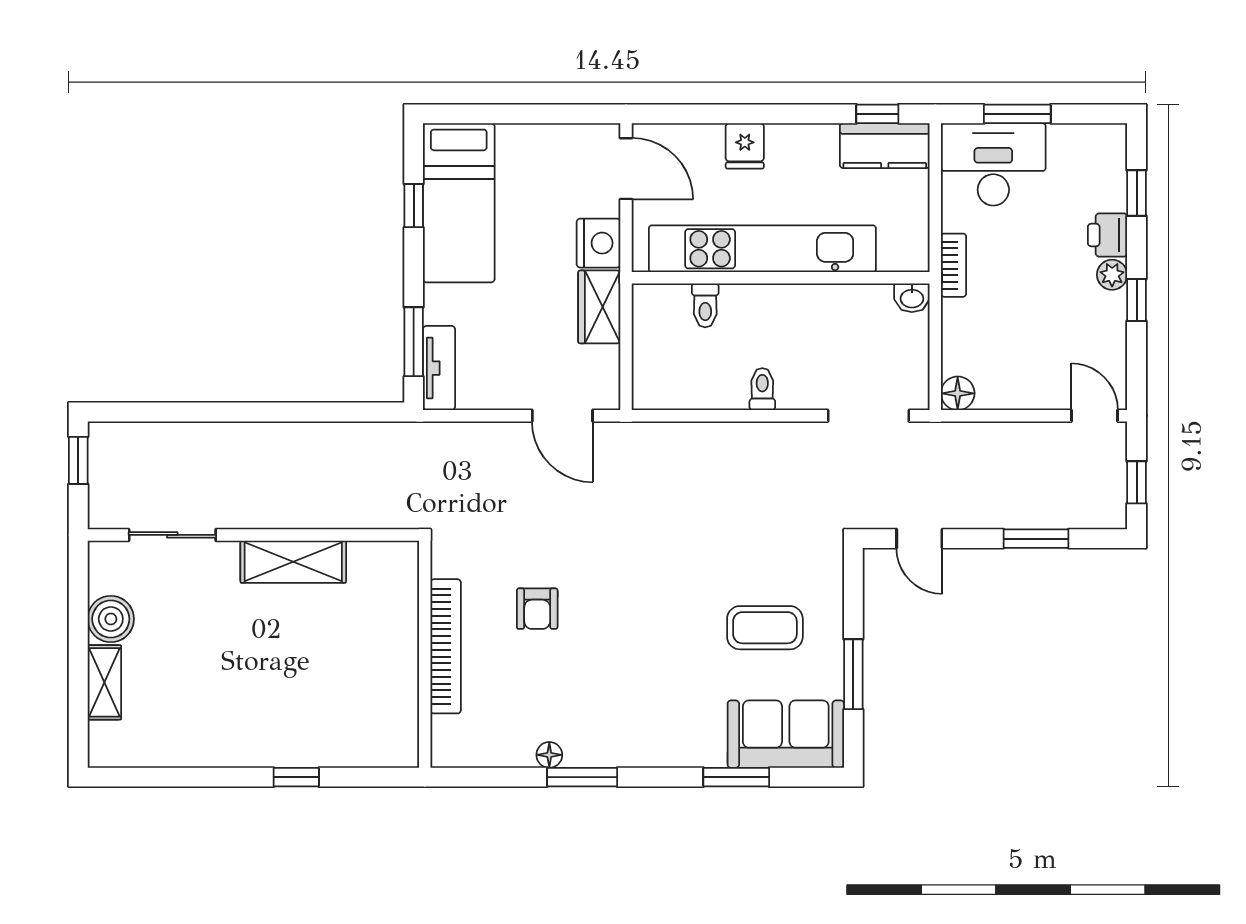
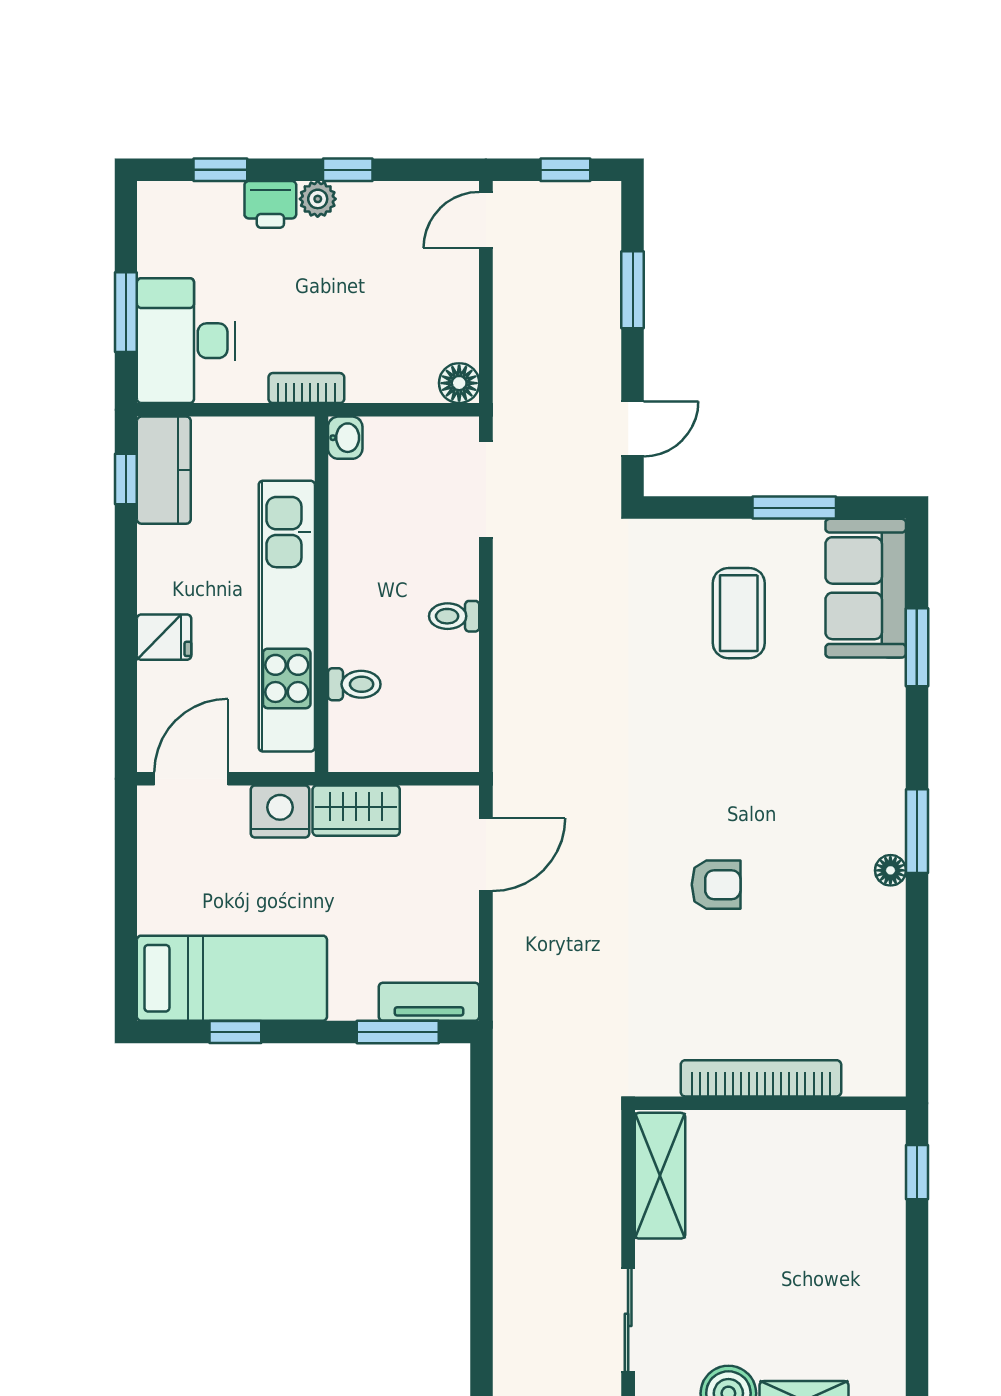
bookcase: (446, 646) -> (761, 1078), moved
wall: (425, 654) -> (770, 1103), moved

